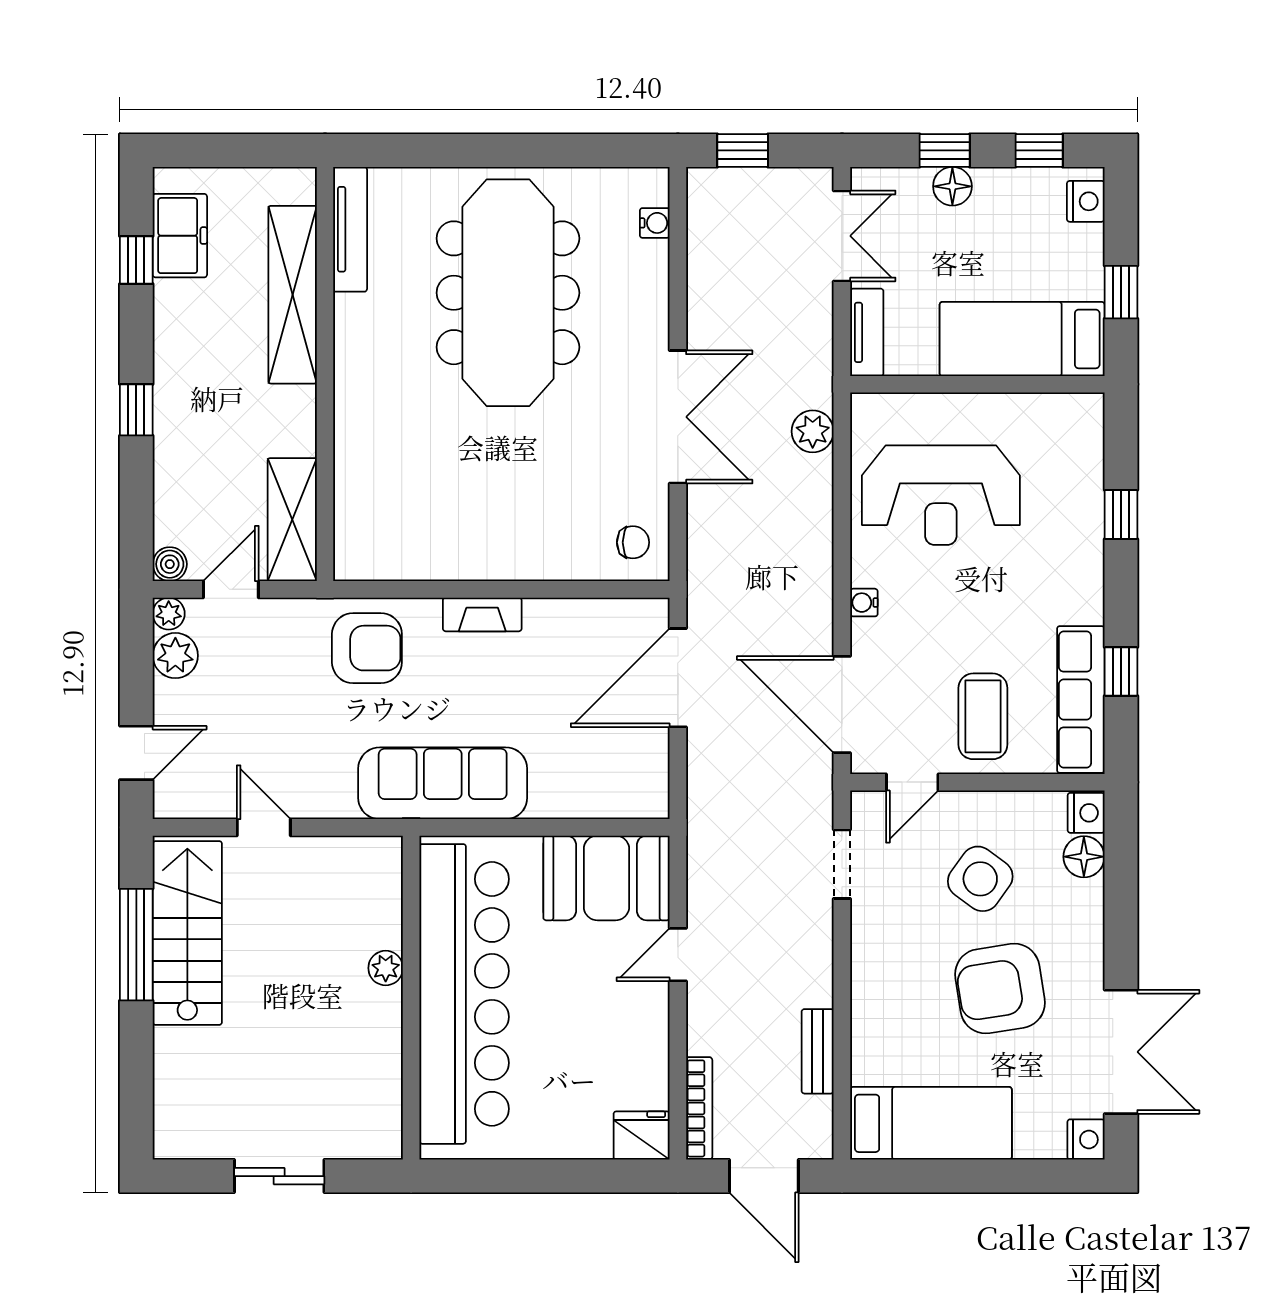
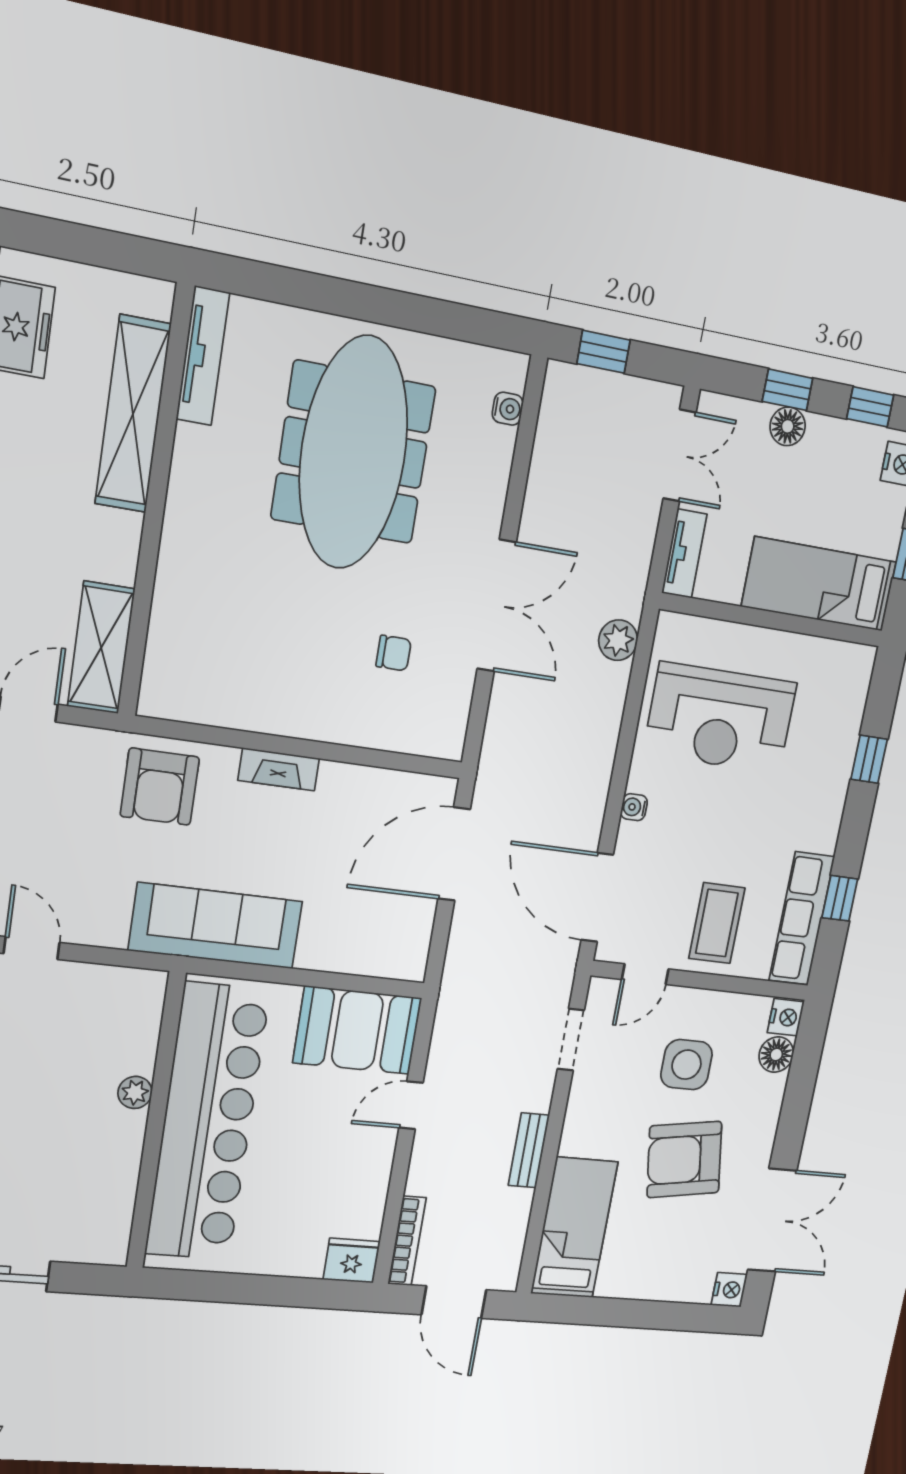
chair: (633, 542) -> (394, 653), moved
armchair: (367, 648) -> (160, 787), turned 90
side table: (980, 879) -> (686, 1065), turned -36
bench: (818, 1051) -> (529, 1150), moved
bed: (931, 1123) -> (574, 1228), moved, turned -90

